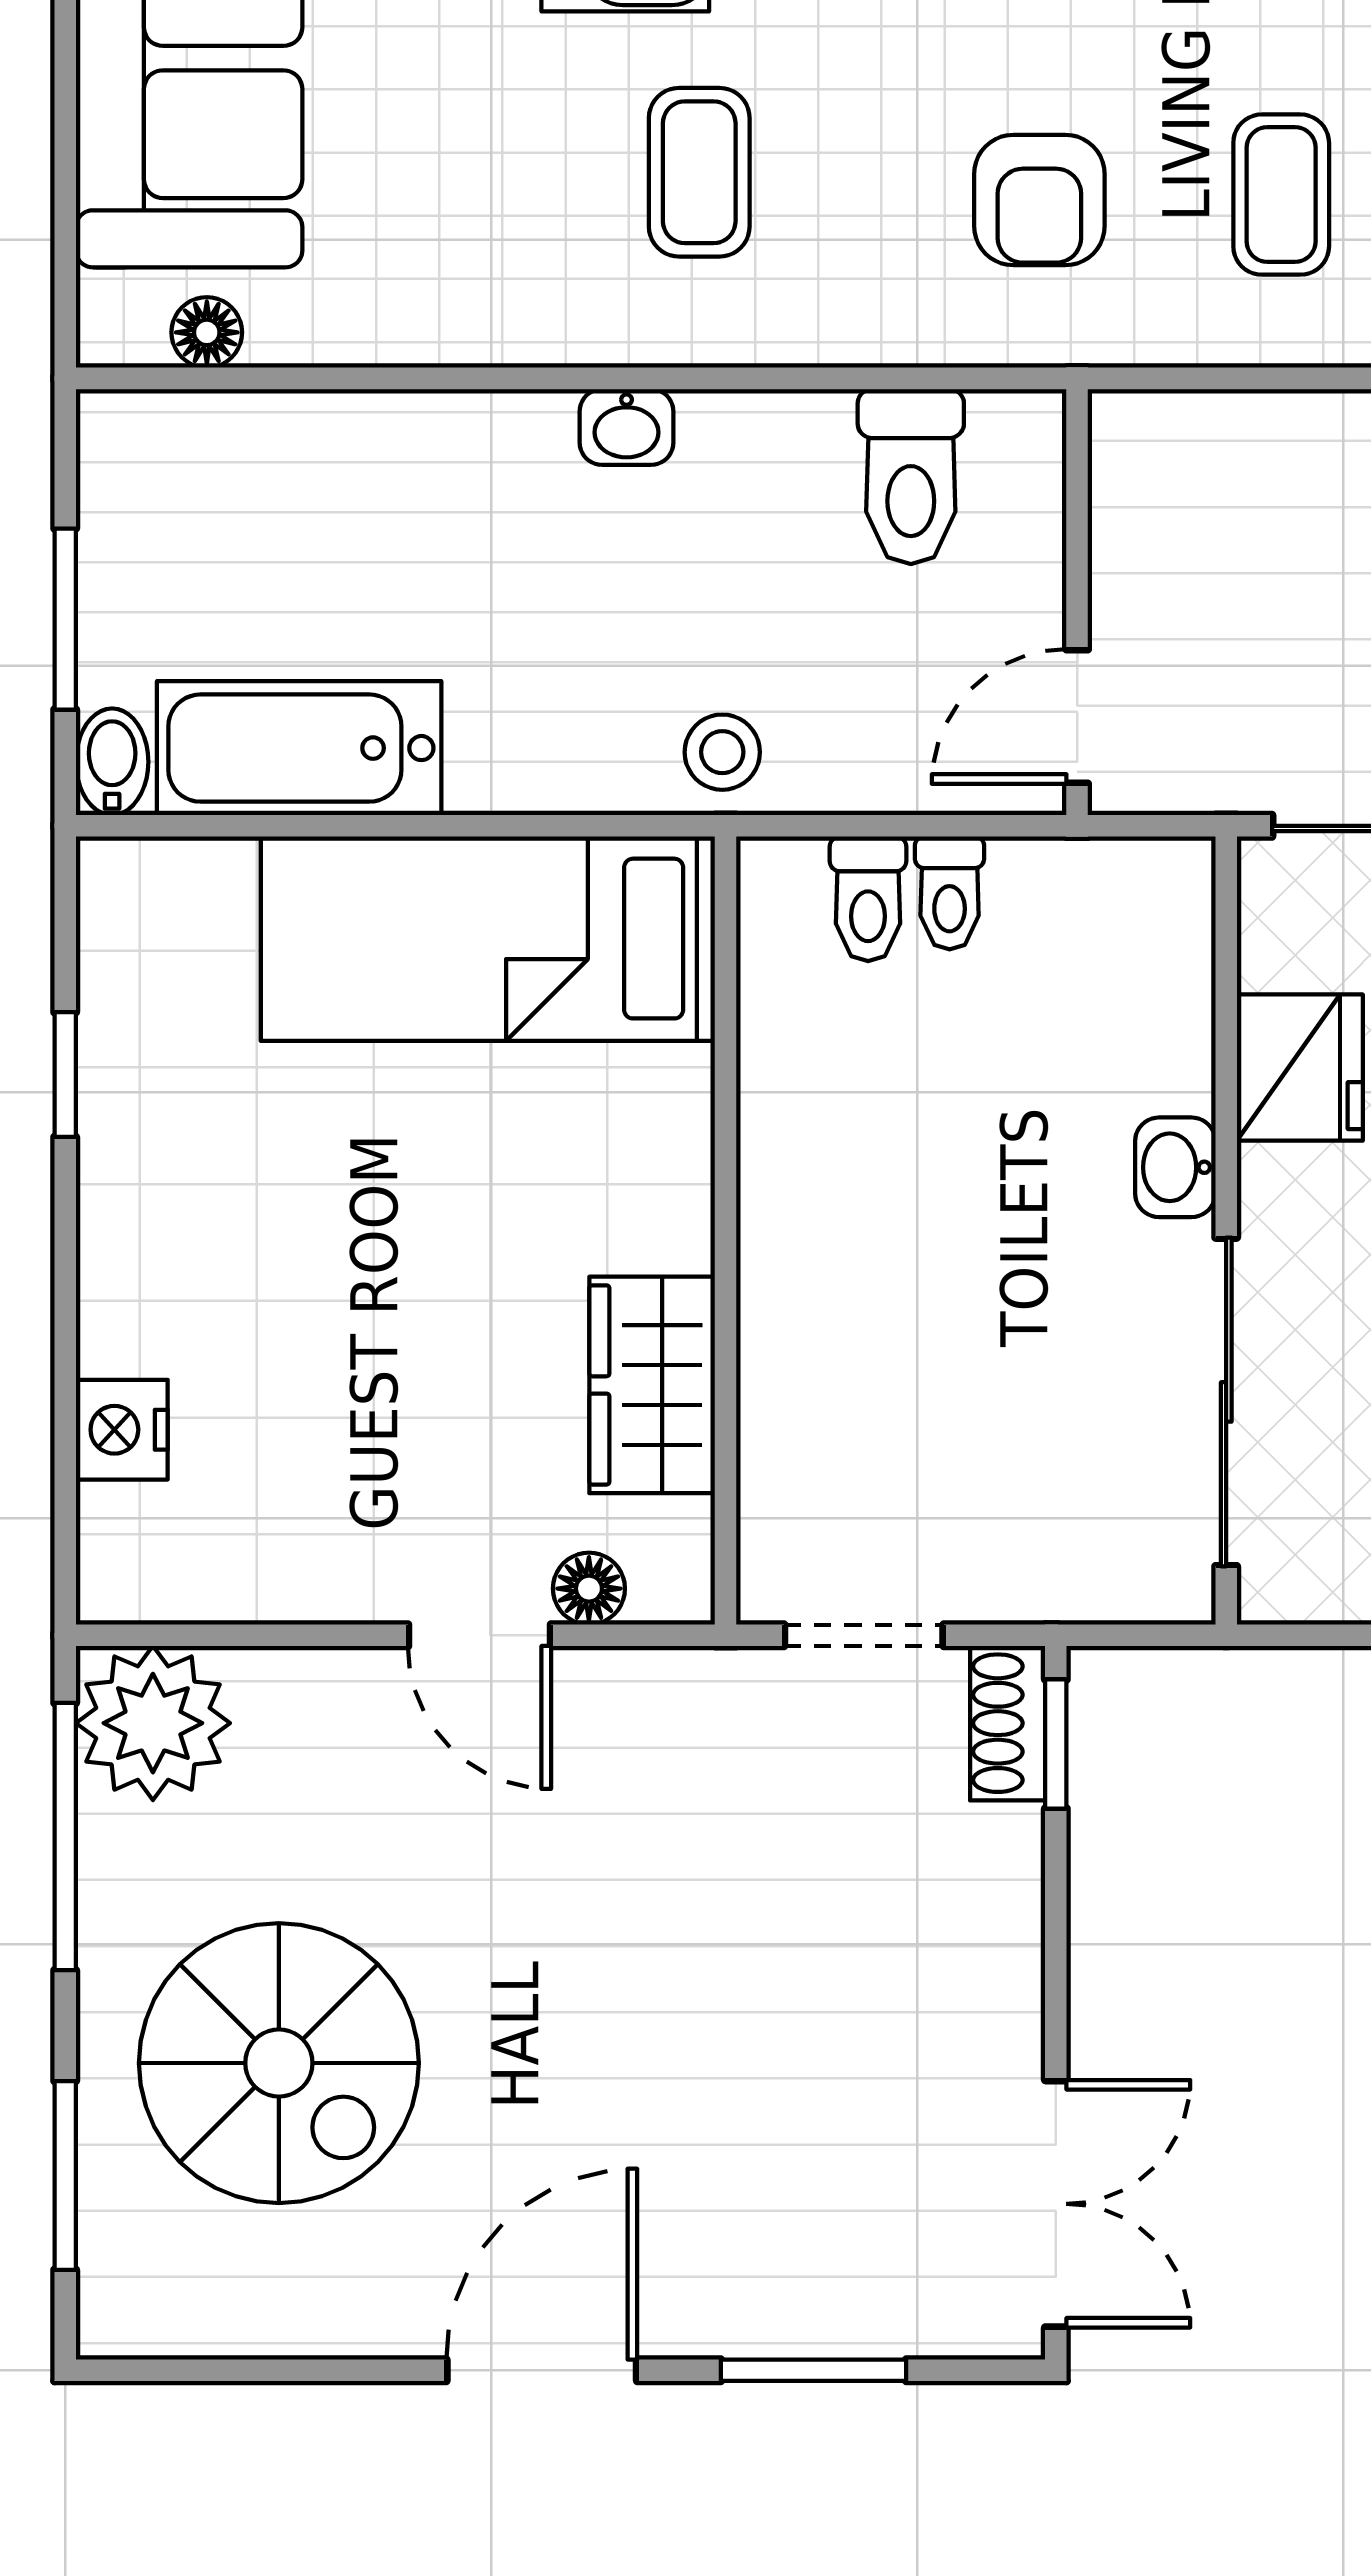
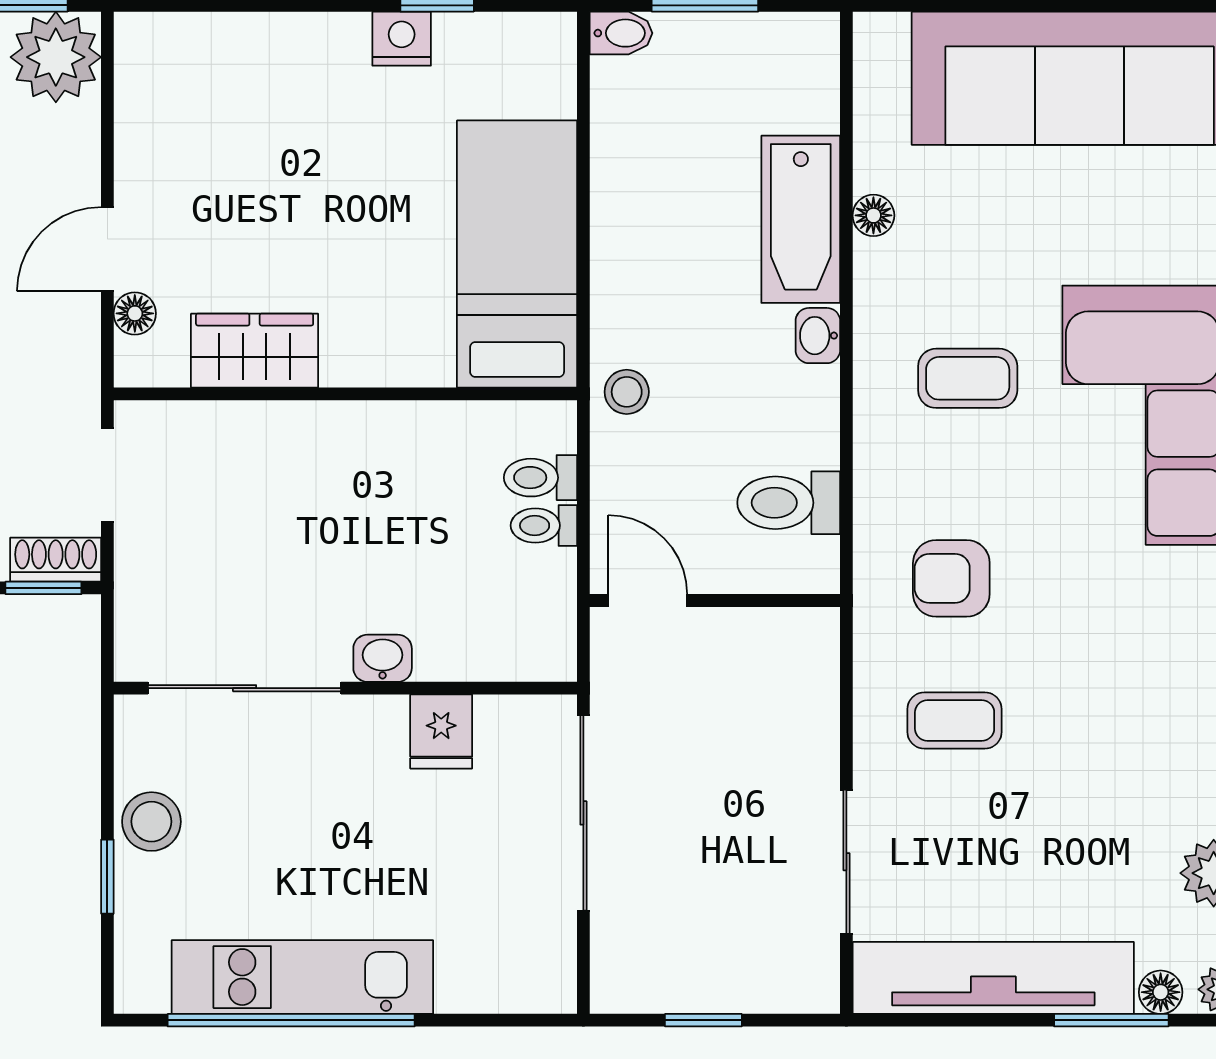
floor lamp: (207, 332) -> (873, 215), moved
bathtub: (299, 748) -> (801, 219), moved, turned 180
fridge: (1300, 1068) -> (441, 731), width x0.72
nightstand: (122, 1430) -> (402, 39), moved

